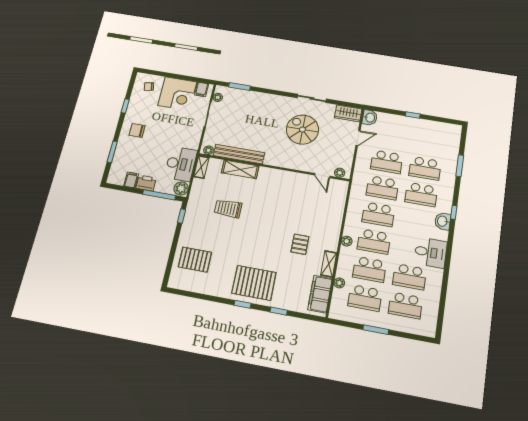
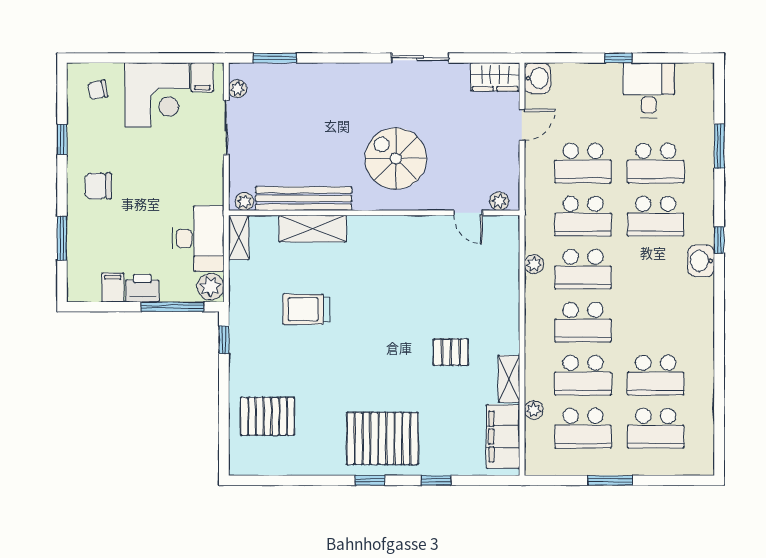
spiral stairs: (302, 130) -> (396, 159), moved
plant: (347, 241) -> (534, 264), moved
pallet: (300, 244) -> (451, 352), turned 90
desk: (431, 253) -> (649, 90), moved, turned -90

